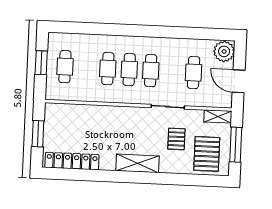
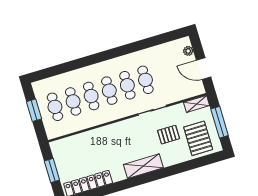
plant: (224, 51) -> (188, 51), width x0.53, depth x0.53
cafe table: (86, 68) -> (73, 101), added
cafe table: (194, 73) -> (145, 80), moved
pallet: (176, 139) -> (169, 135), turned 90

